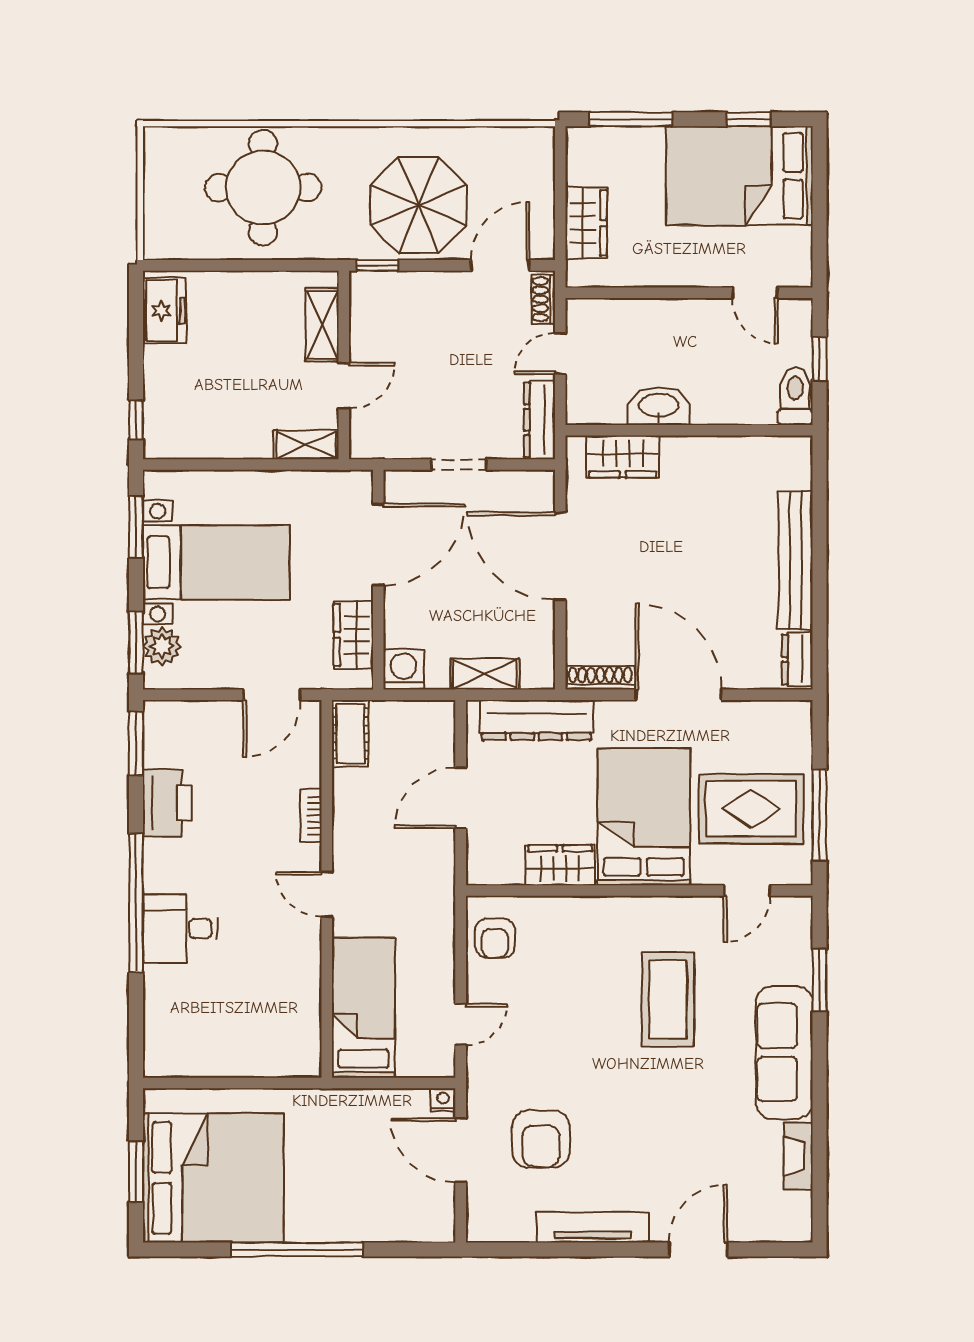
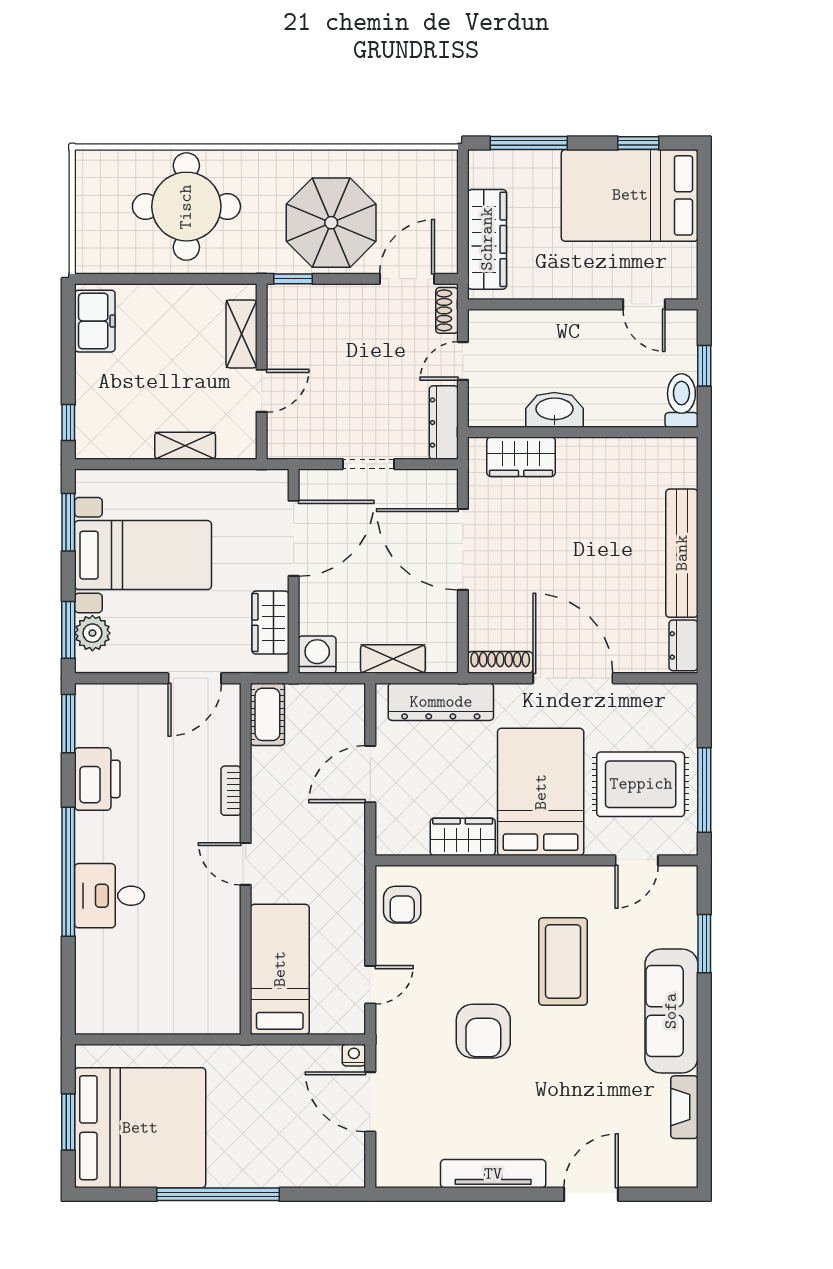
wardrobe: (586, 223) -> (487, 239), width x1.50
shelving: (306, 445) -> (185, 446), moved
armchair: (541, 1139) -> (483, 1031), moved

